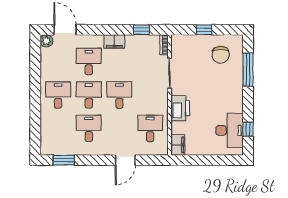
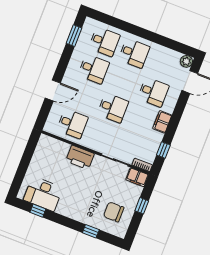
window: (248, 70) -> (91, 231), width x0.46
desk: (89, 95) -> (104, 42), moved
filing cabinet: (178, 145) -> (137, 177), moved
door: (125, 160) -> (53, 90), swing flipped

